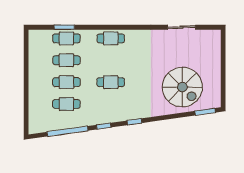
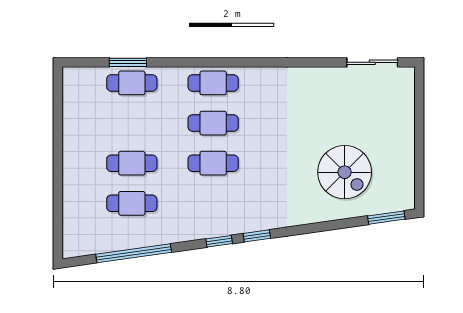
sliding door: (181, 27) -> (372, 62), moved
cafe table: (66, 60) -> (213, 123), moved
spiral stairs: (182, 87) -> (345, 172), width x0.73, depth x0.73
window: (104, 126) -> (219, 241), moved

